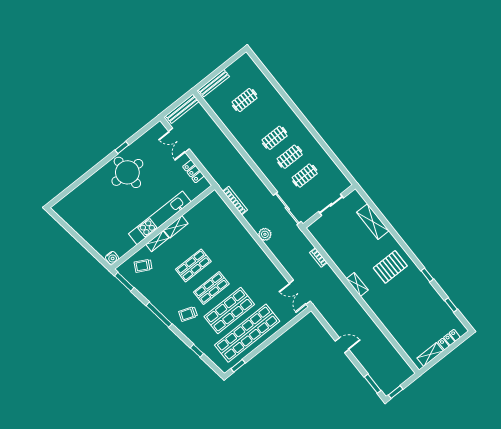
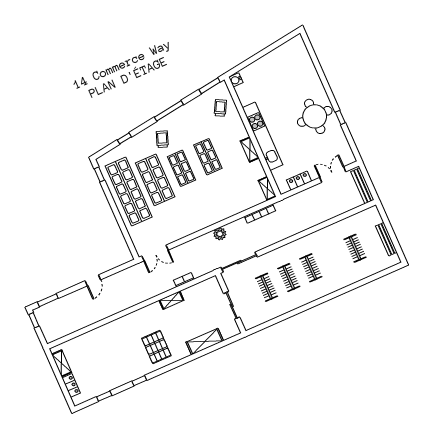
bench: (214, 83) -> (386, 239), moved
shelving: (157, 241) -> (267, 188), moved
shelving: (357, 284) -> (171, 300), moved
double door: (300, 292) -> (155, 253), swing flipped

